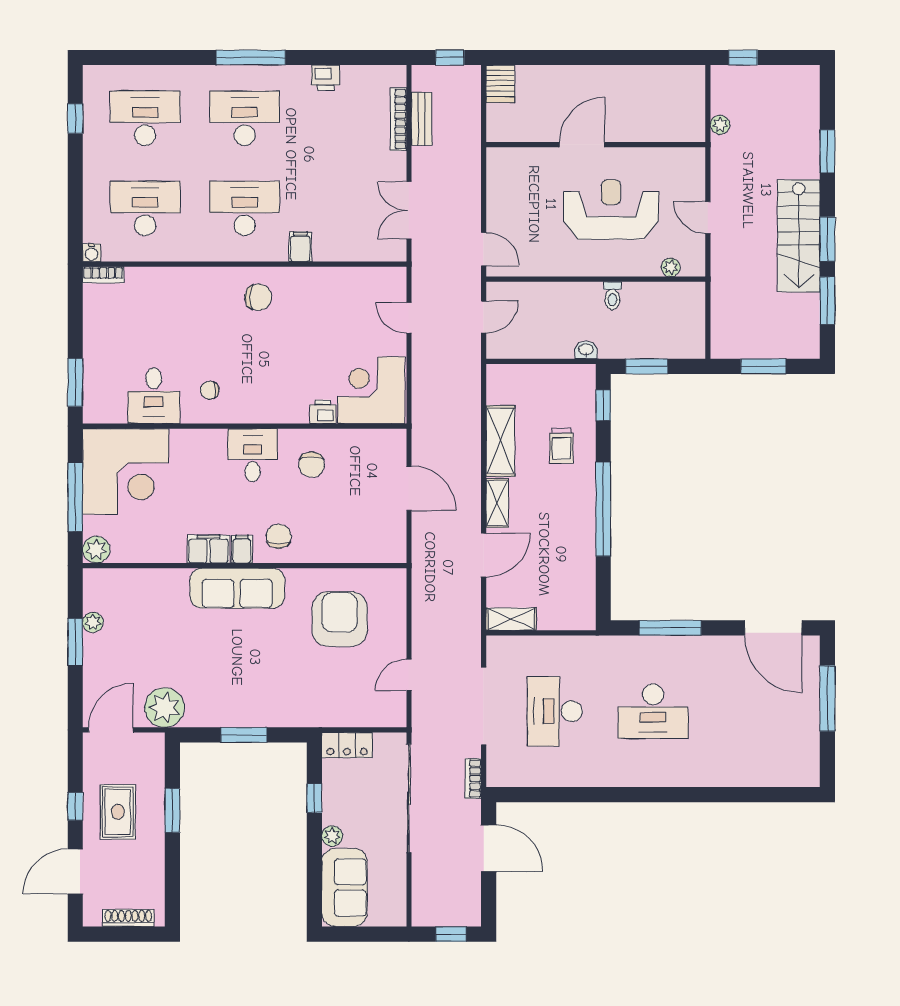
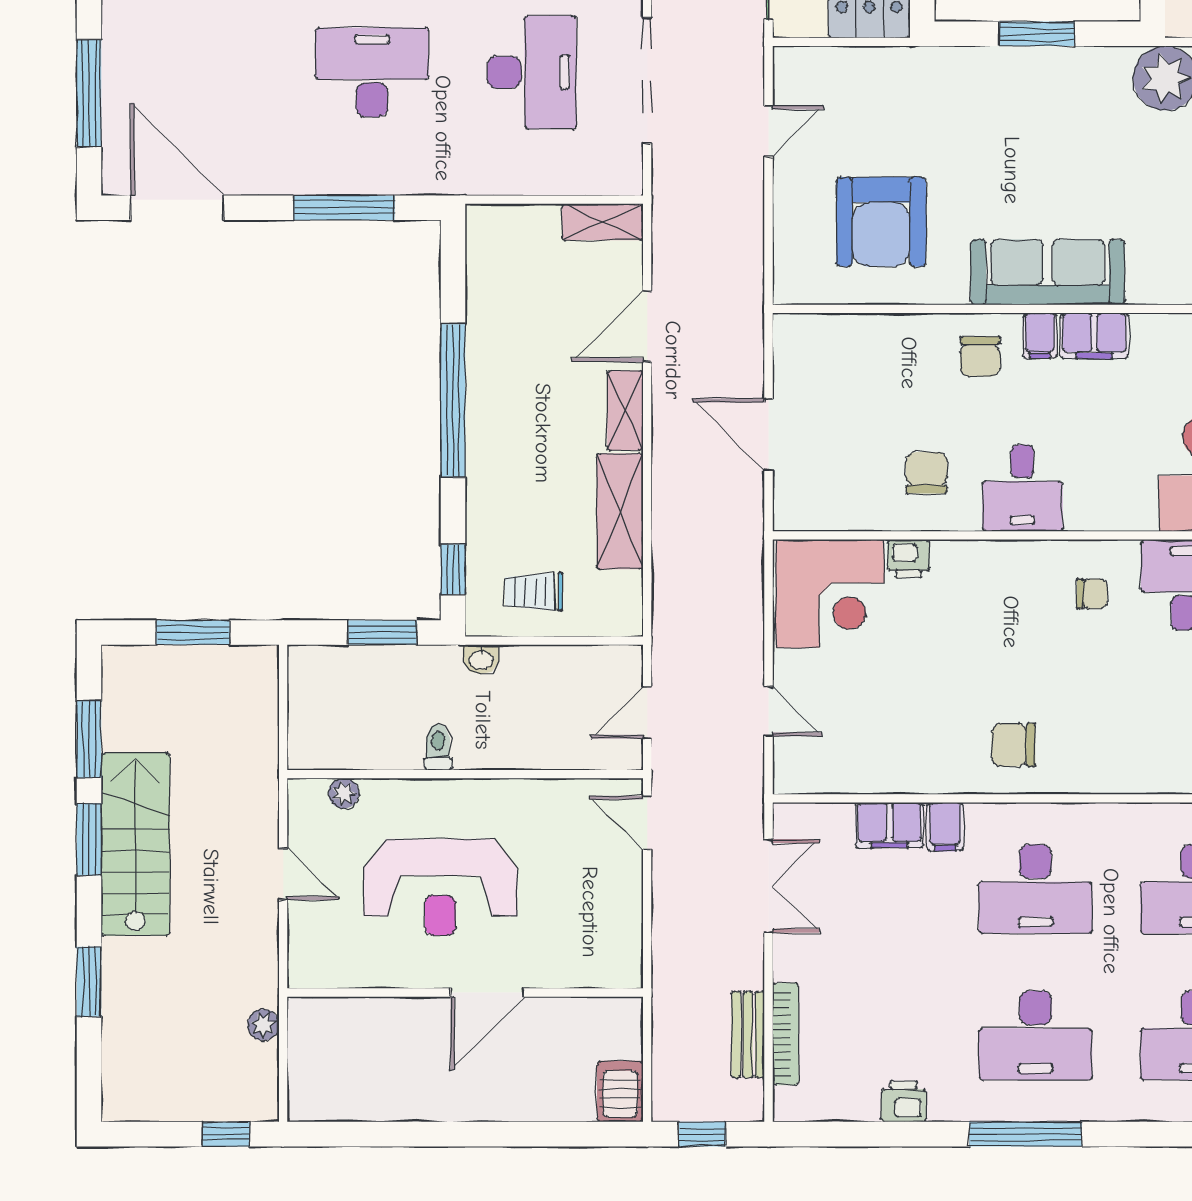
filing cabinet: (335, 248) -> (889, 825), added
trolley: (561, 446) -> (534, 592), moved, turned -90

